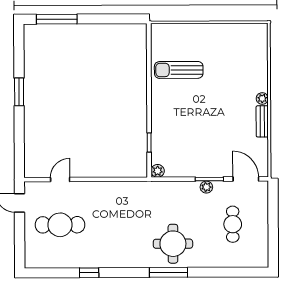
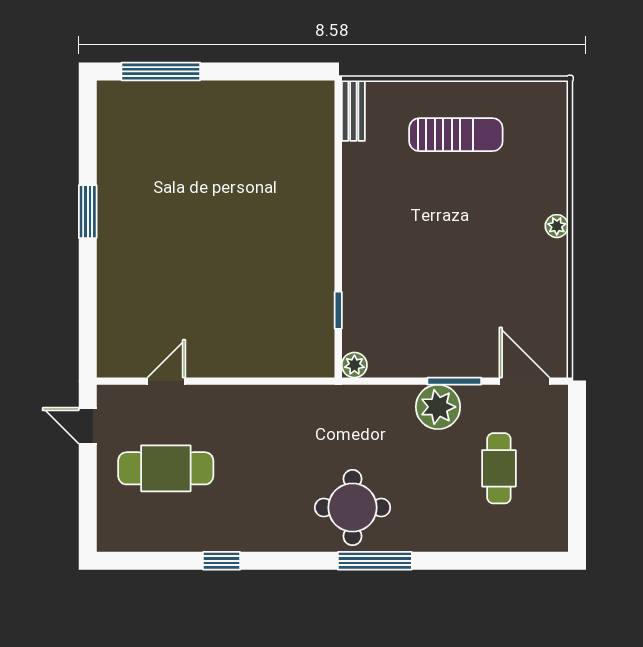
sun lounger: (179, 70) -> (456, 135), moved, turned 180
bench: (262, 121) -> (353, 111), moved
plant: (206, 187) -> (438, 407), width x1.88, depth x1.88
round table: (173, 244) -> (353, 508), moved

